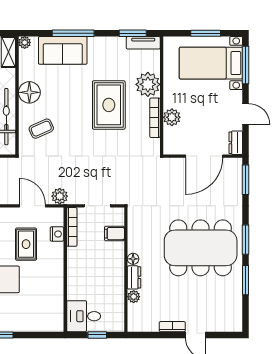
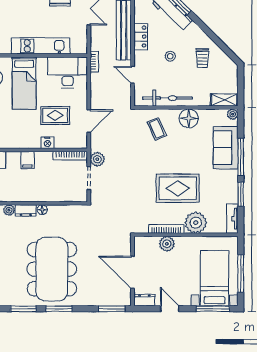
window: (133, 33) -> (241, 194), moved
window: (206, 33) -> (241, 274), width x1.44
door: (246, 114) -> (170, 309), swing flipped
plant: (60, 196) -> (97, 159), moved
nightstand: (57, 234) -> (47, 143), moved
filing cabinet: (114, 234) -> (27, 160), moved, turned 180

